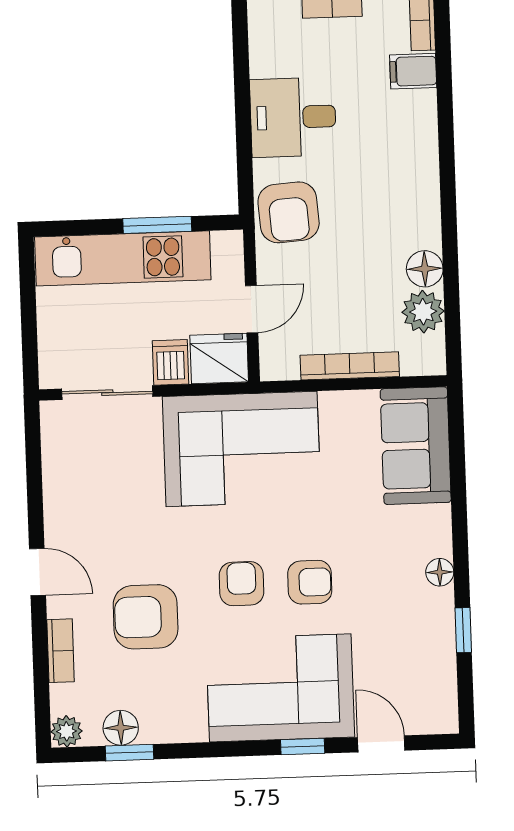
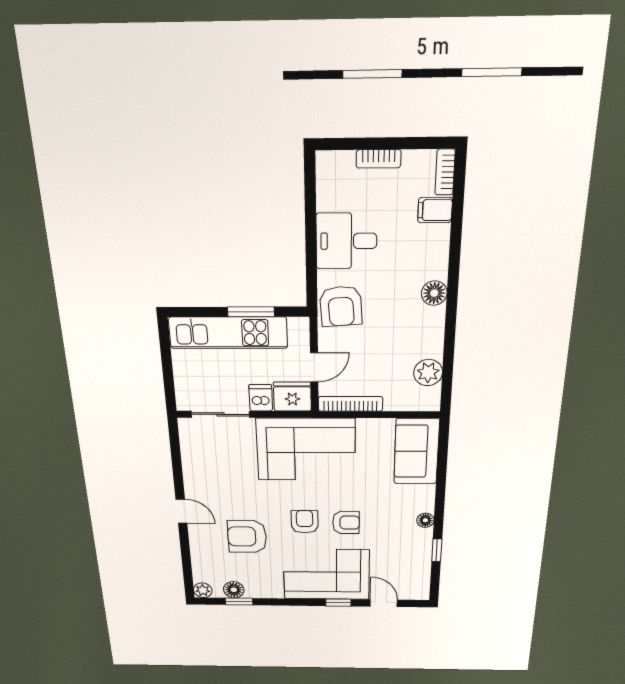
floor lamp: (425, 269) -> (434, 293), moved
bookcase: (350, 366) -> (350, 404), moved
bookcase: (61, 651) -> (197, 551), removed

